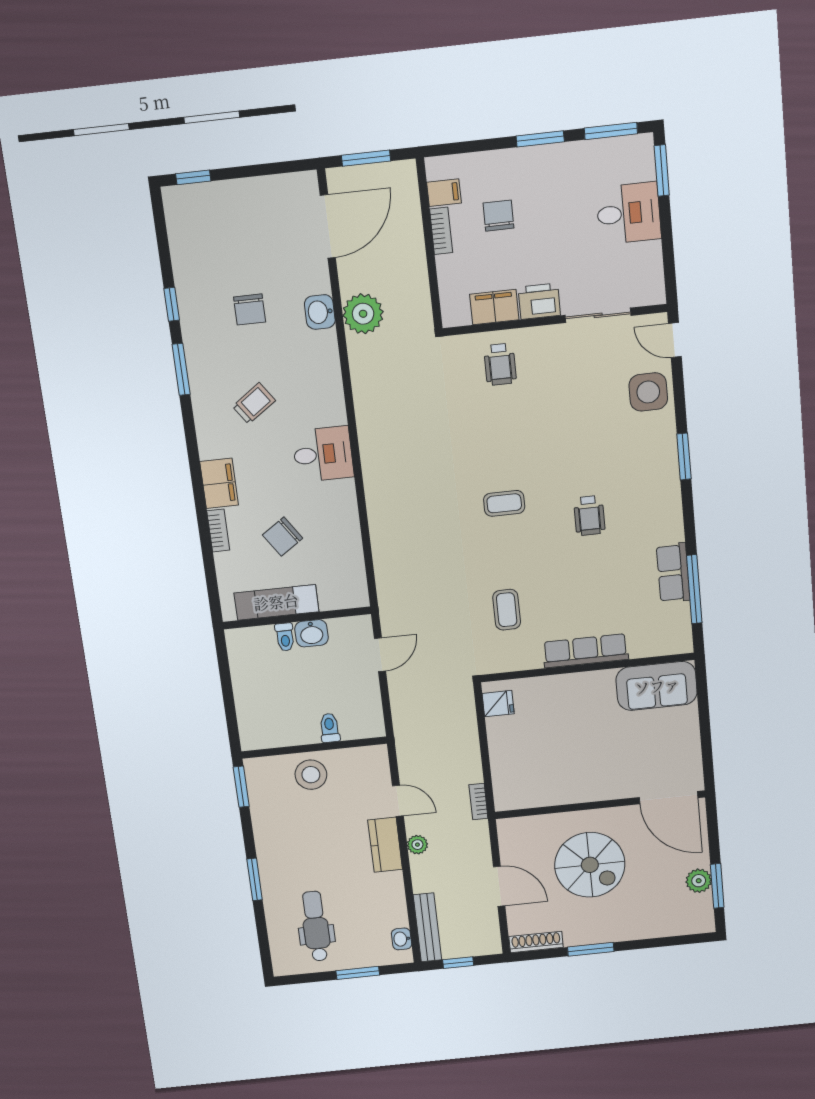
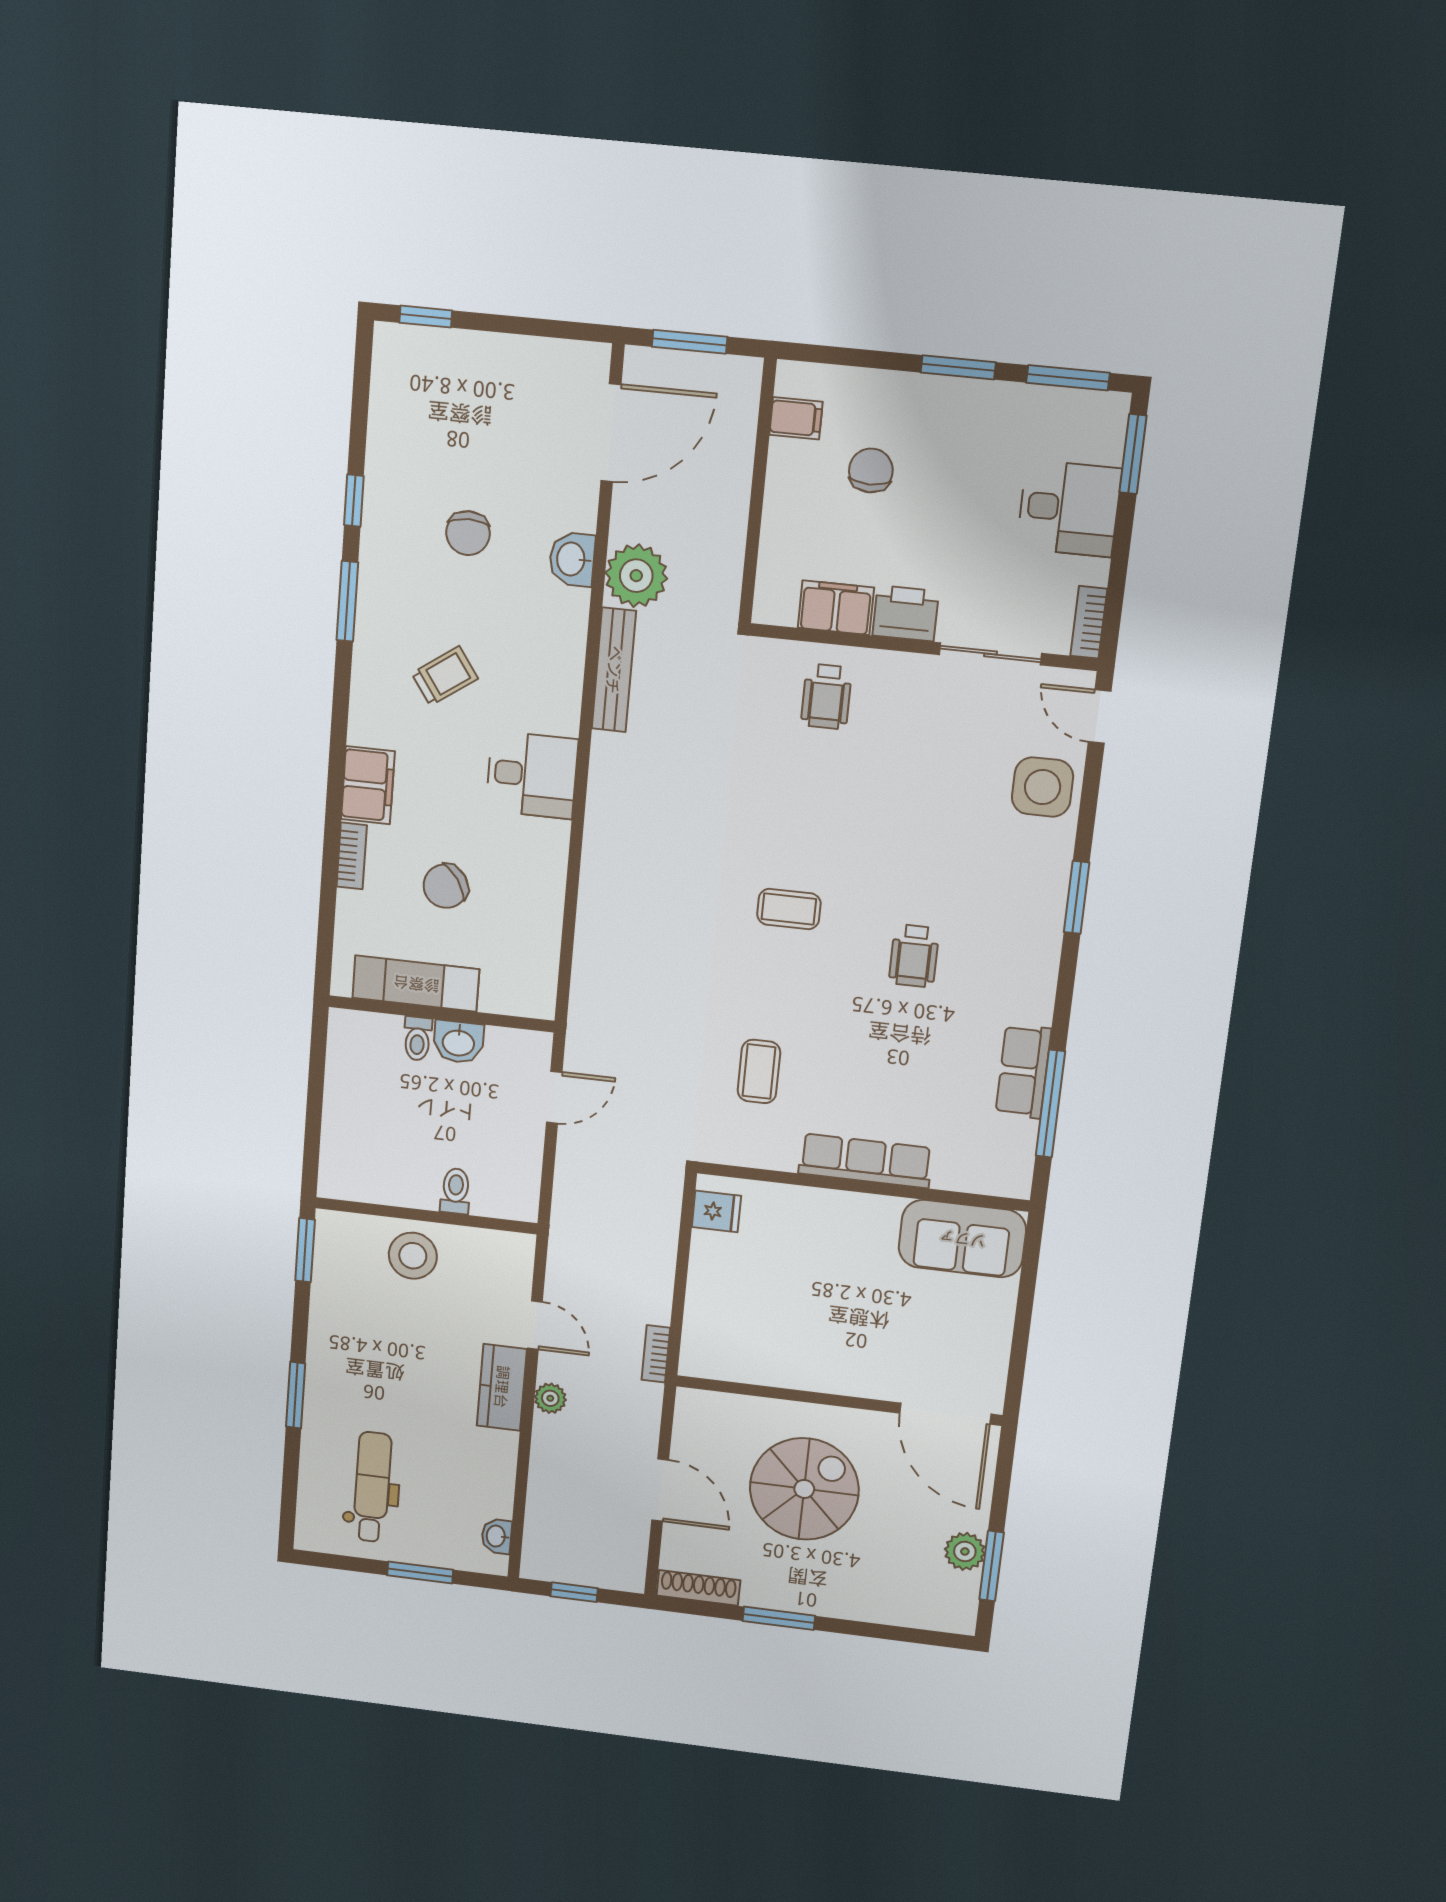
bookcase: (441, 231) -> (1089, 622), moved, turned 180
spiral stairs: (590, 865) -> (804, 1489), turned -90
bench: (427, 927) -> (614, 670), moved

